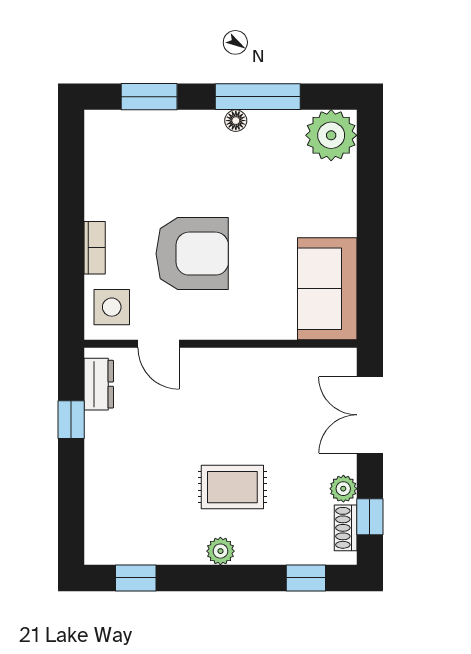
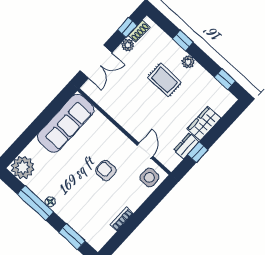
bookcase: (95, 248) -> (122, 219), moved
armchair: (192, 254) -> (106, 171), width x0.53, depth x0.53
sofa: (327, 289) -> (66, 123), width x1.36
dresser: (99, 384) -> (186, 146), moved
wardrobe: (104, 475) -> (204, 123), added
window: (306, 578) -> (183, 41), moved

